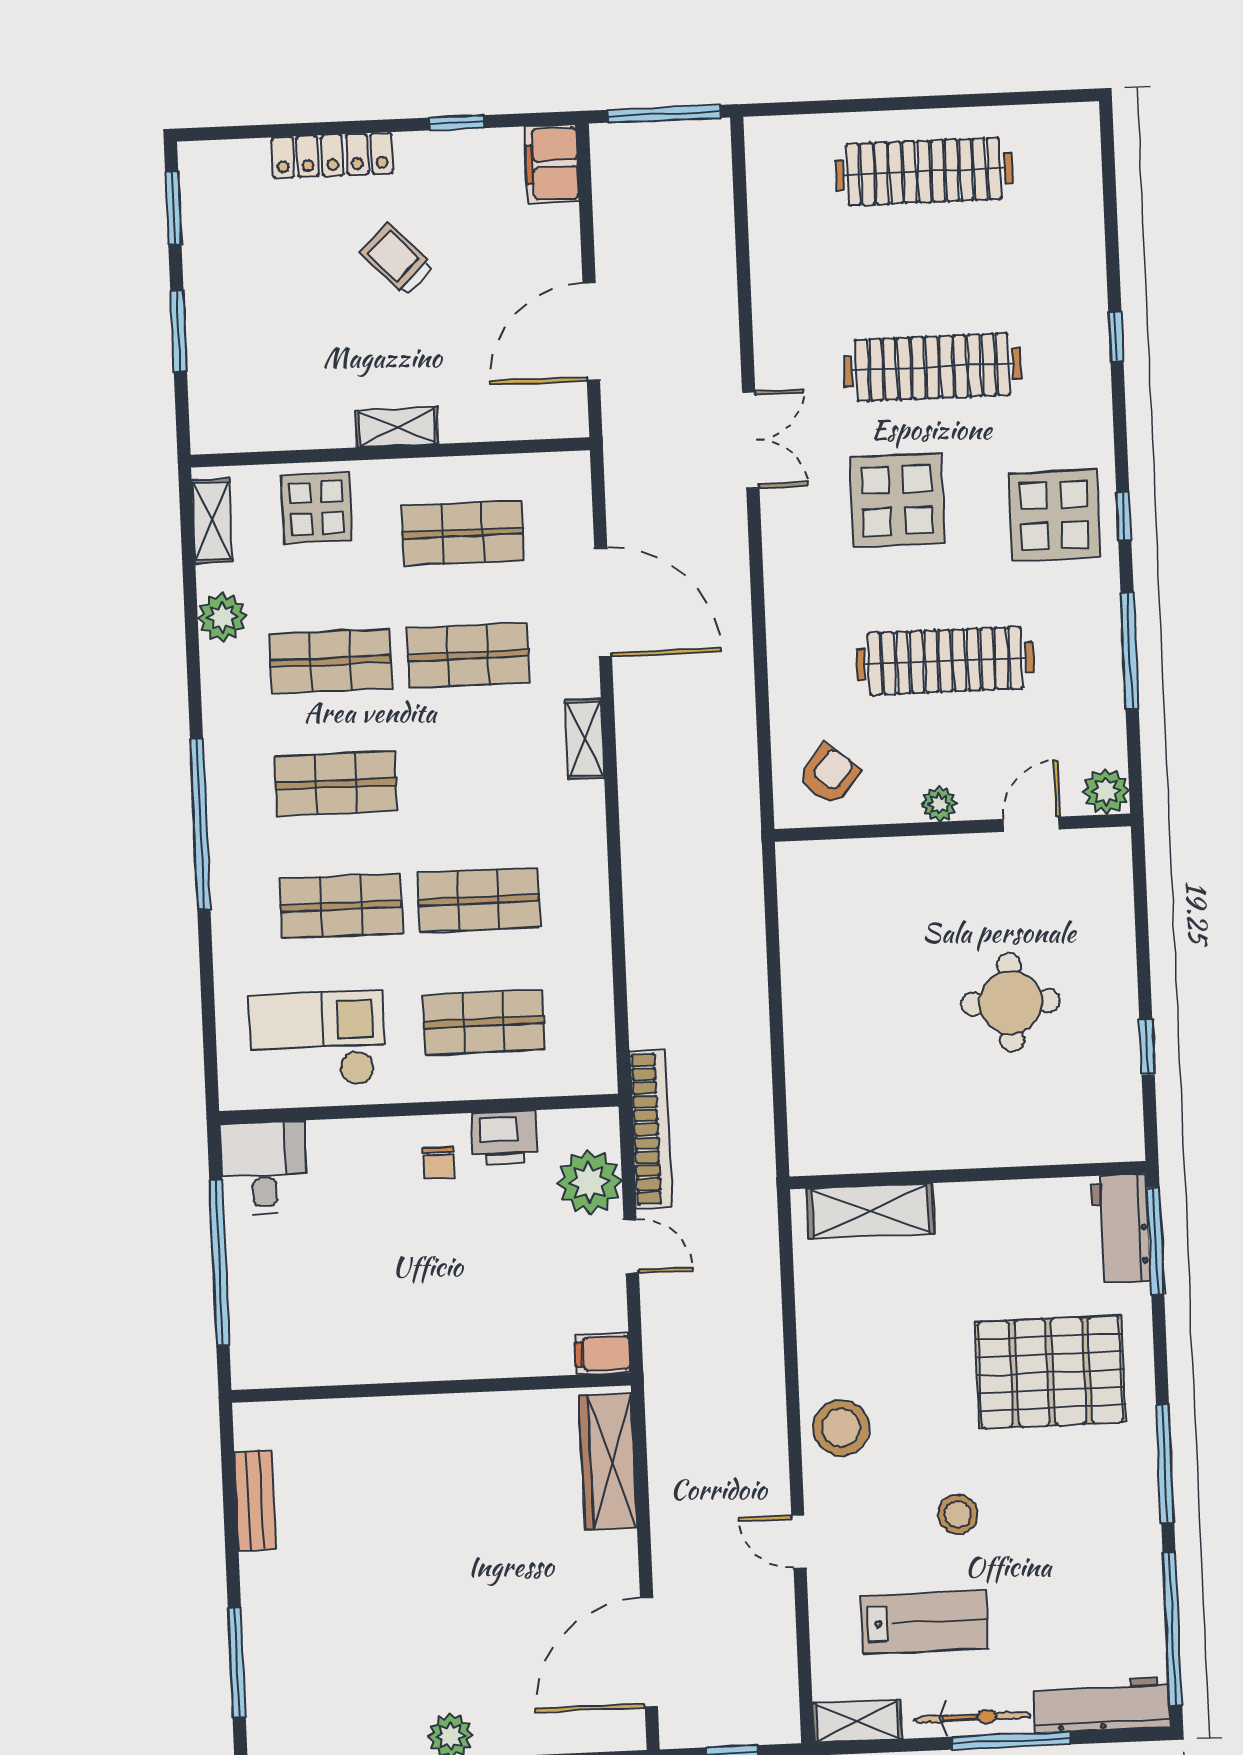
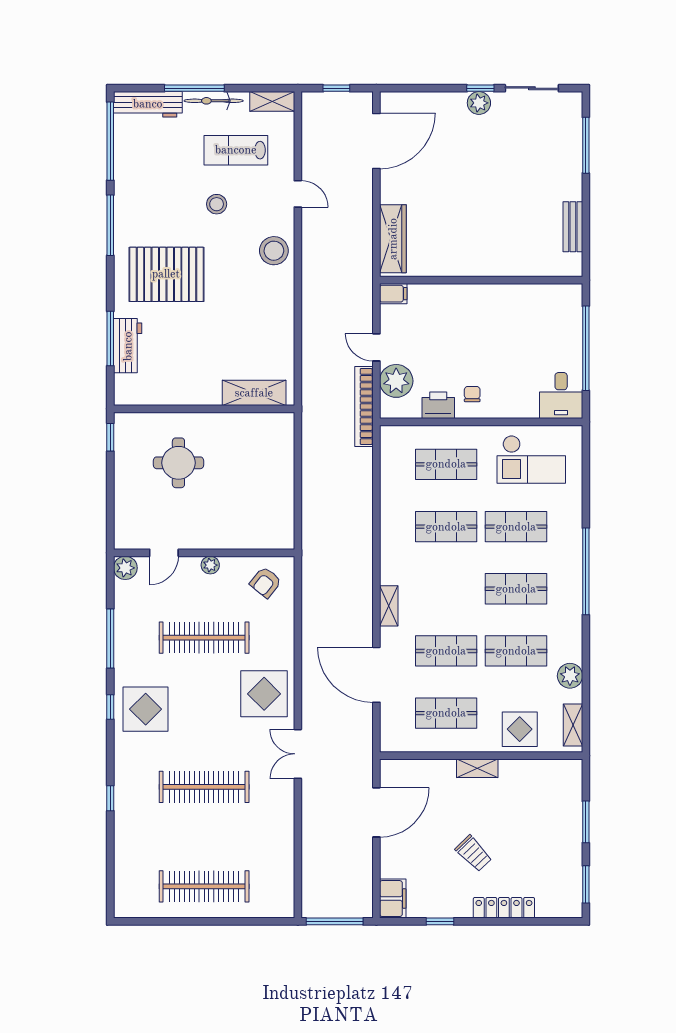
display table: (897, 500) -> (264, 694), moved
wall: (968, 1175) -> (204, 409), moved
shelving: (871, 1211) -> (254, 393), moved

